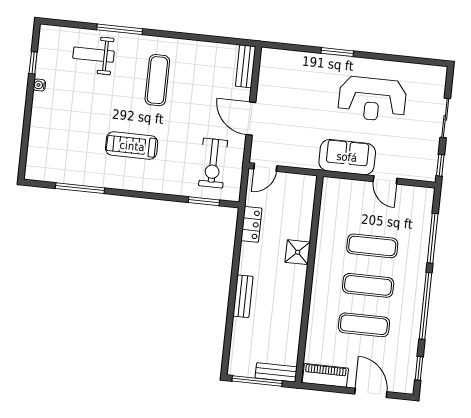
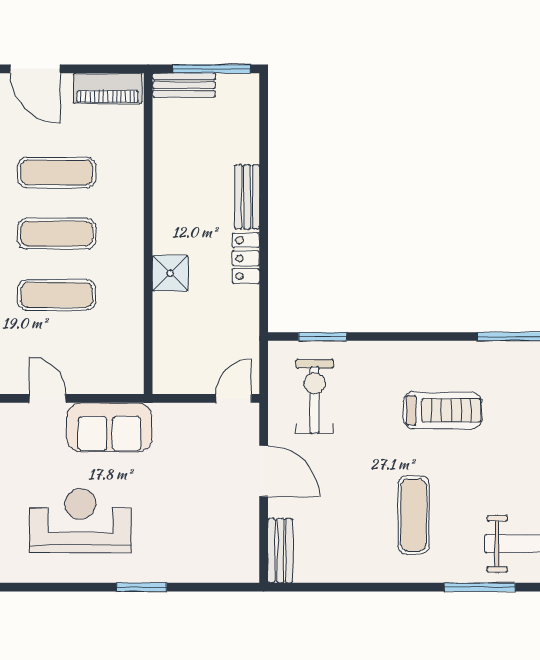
locker: (251, 224) -> (246, 258), moved

